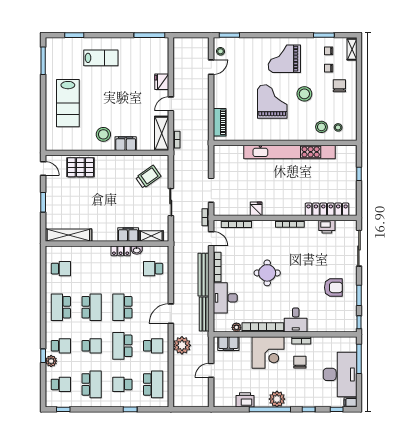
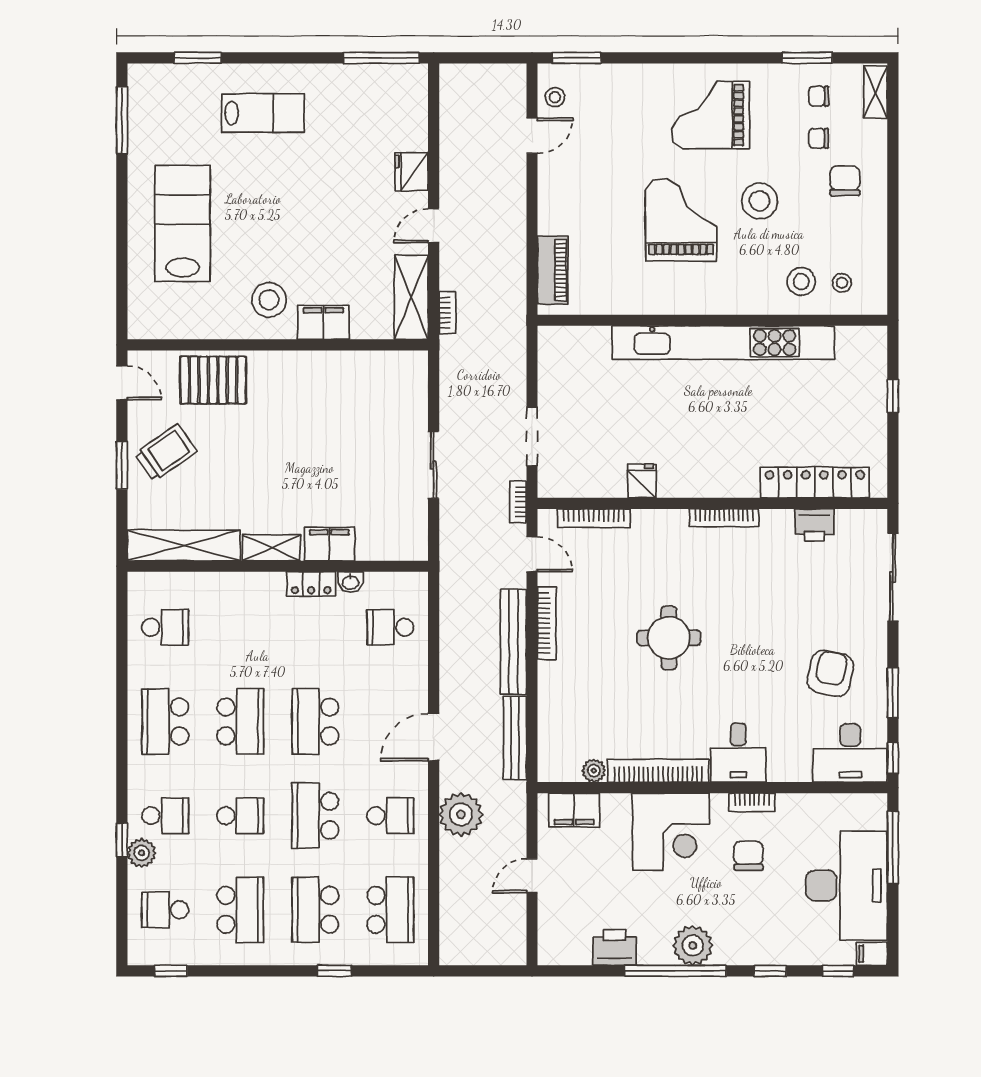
lab bench: (68, 103) -> (183, 223), turned 180
trolley: (148, 177) -> (166, 453), moved
shelving: (151, 236) -> (271, 548), moved
armchair: (333, 287) -> (830, 673), turned -78
desk: (225, 298) -> (850, 753), moved, turned -90
school desk: (61, 384) -> (165, 910), turned 180
school desk: (122, 384) -> (315, 910), width x1.85

